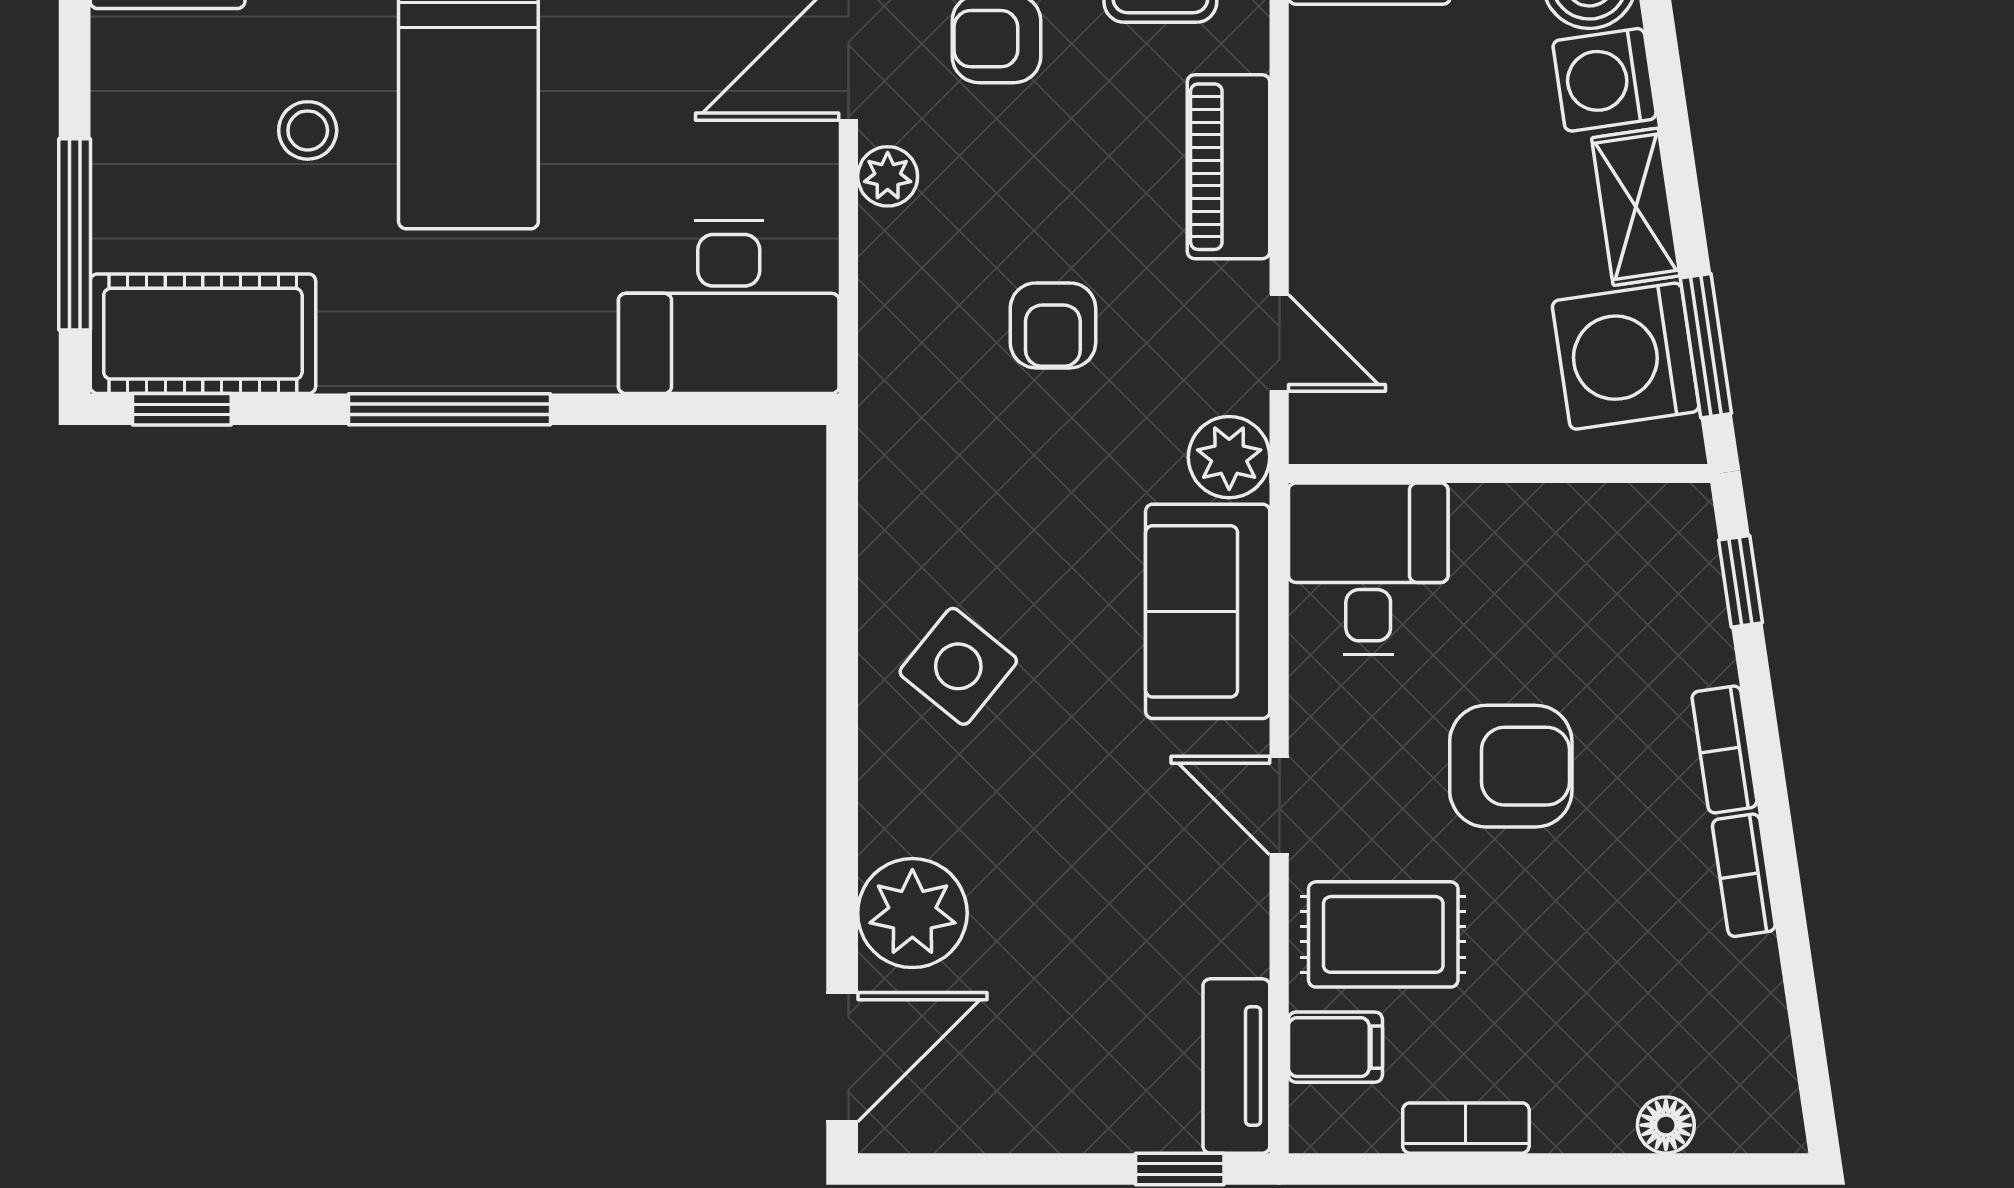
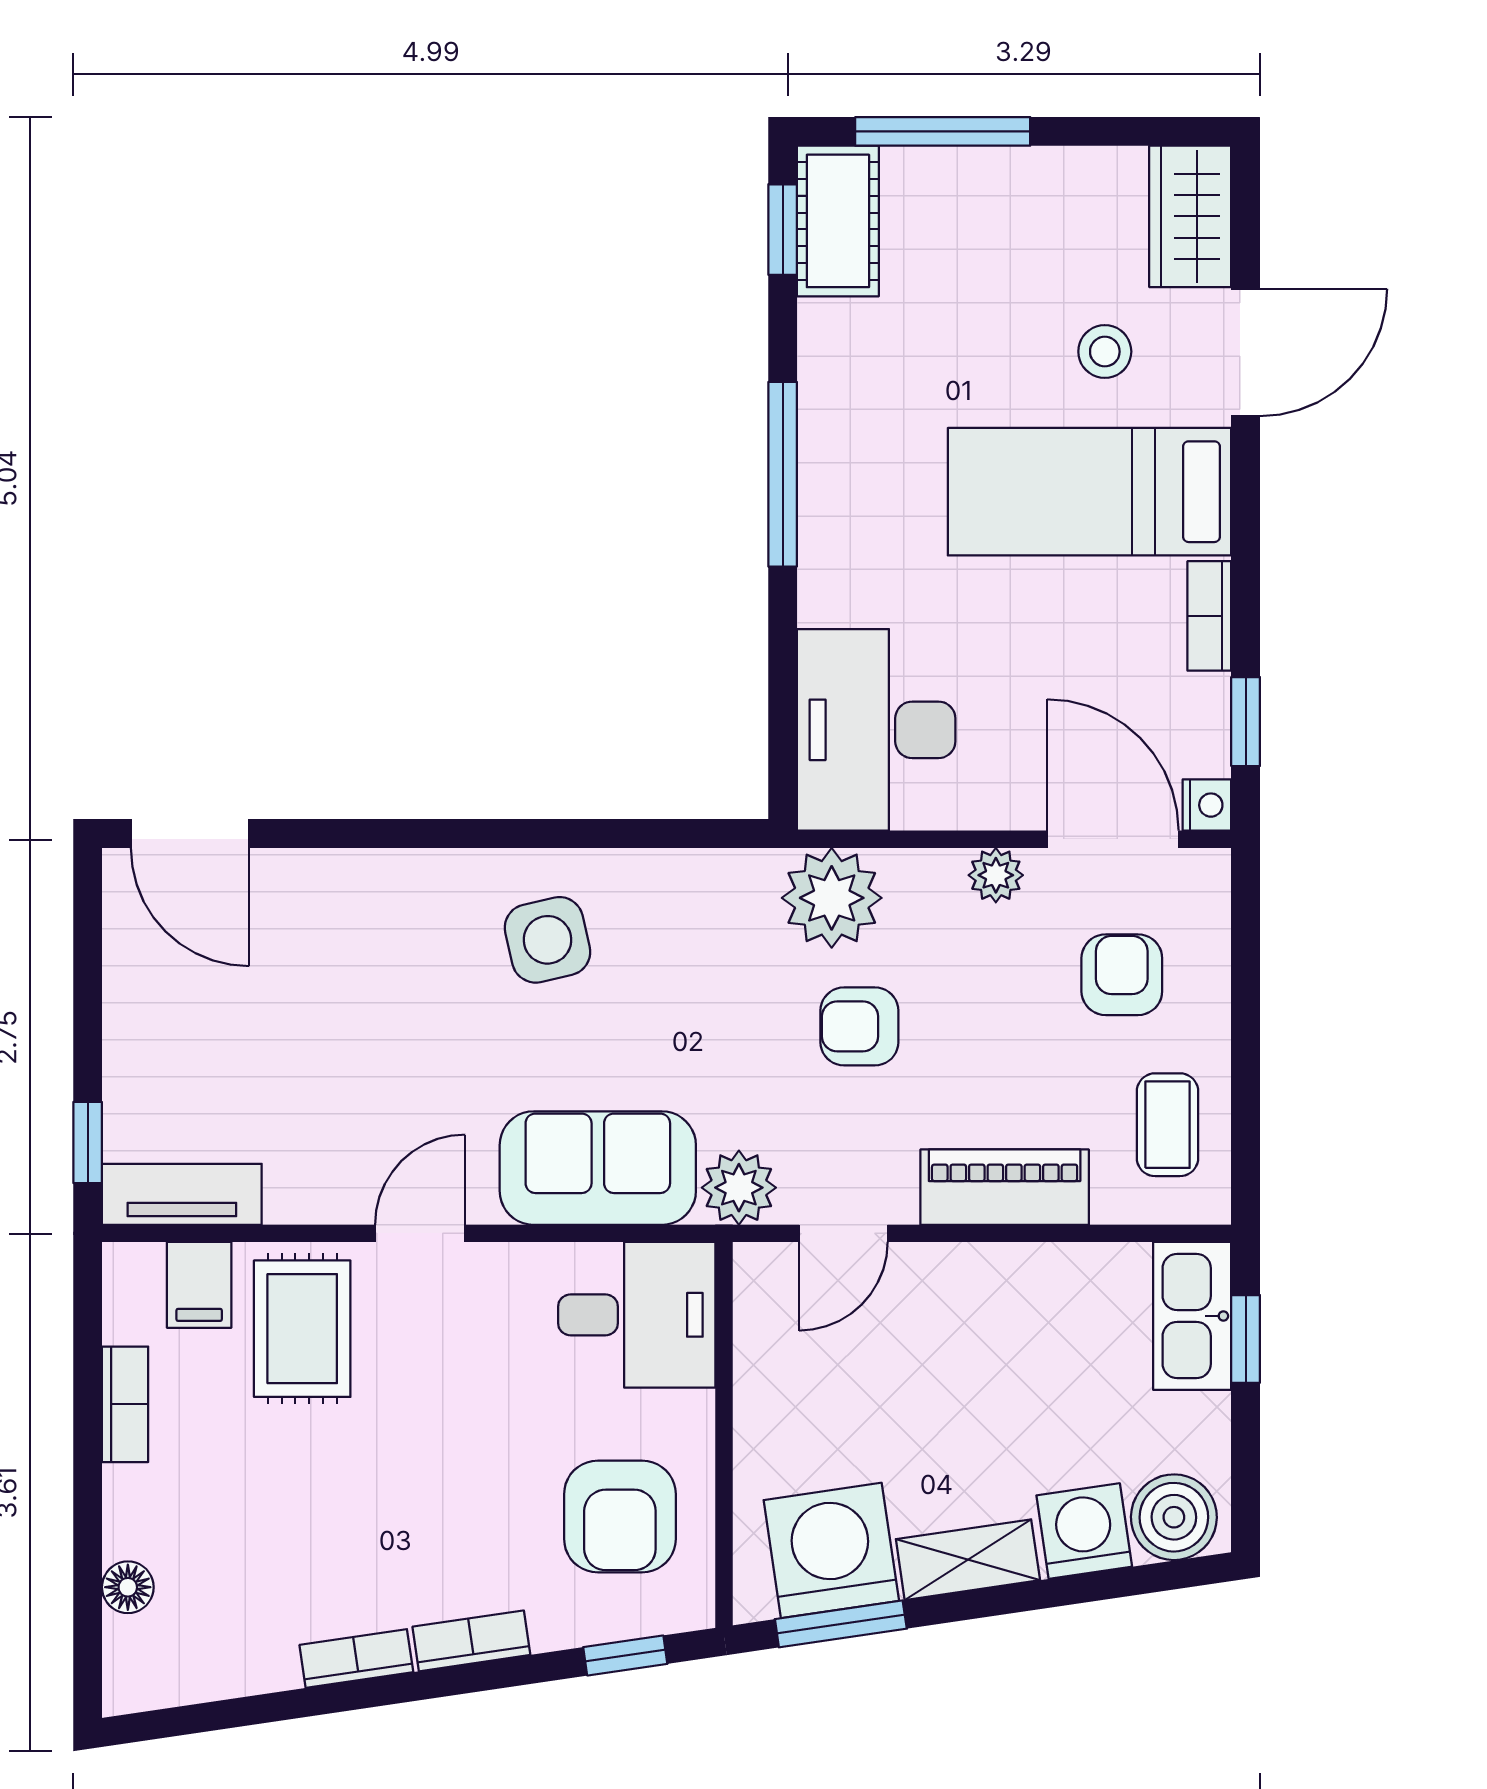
stool: (308, 130) -> (1105, 352), moved
cot: (203, 334) -> (838, 221), width x0.73, depth x0.75
side table: (958, 666) -> (548, 940), turned 38
armchair: (1511, 766) -> (620, 1516), moved
plant: (912, 913) -> (832, 898), moved

